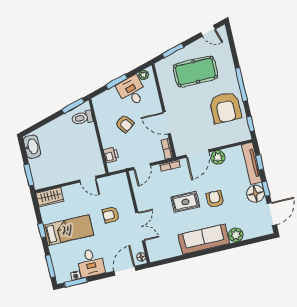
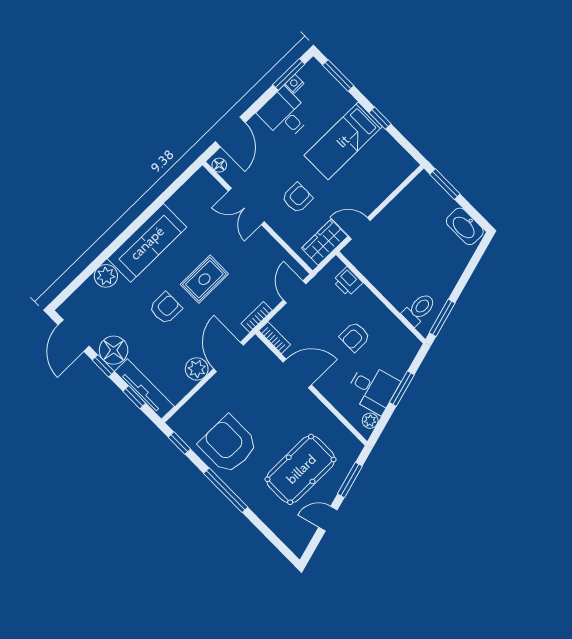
door: (208, 31) -> (328, 519), moved
armchair: (125, 124) -> (355, 337), turned -53
wardrobe: (50, 197) -> (325, 242), moved
armchair: (215, 199) -> (166, 308), turned -90

